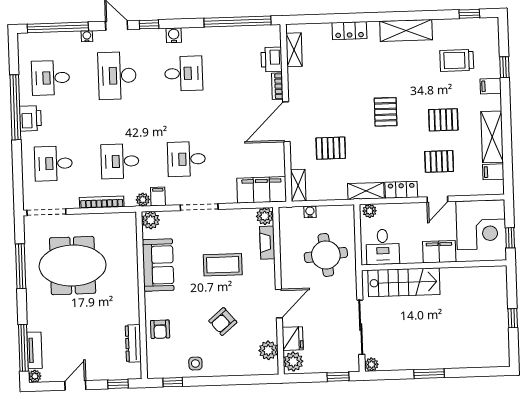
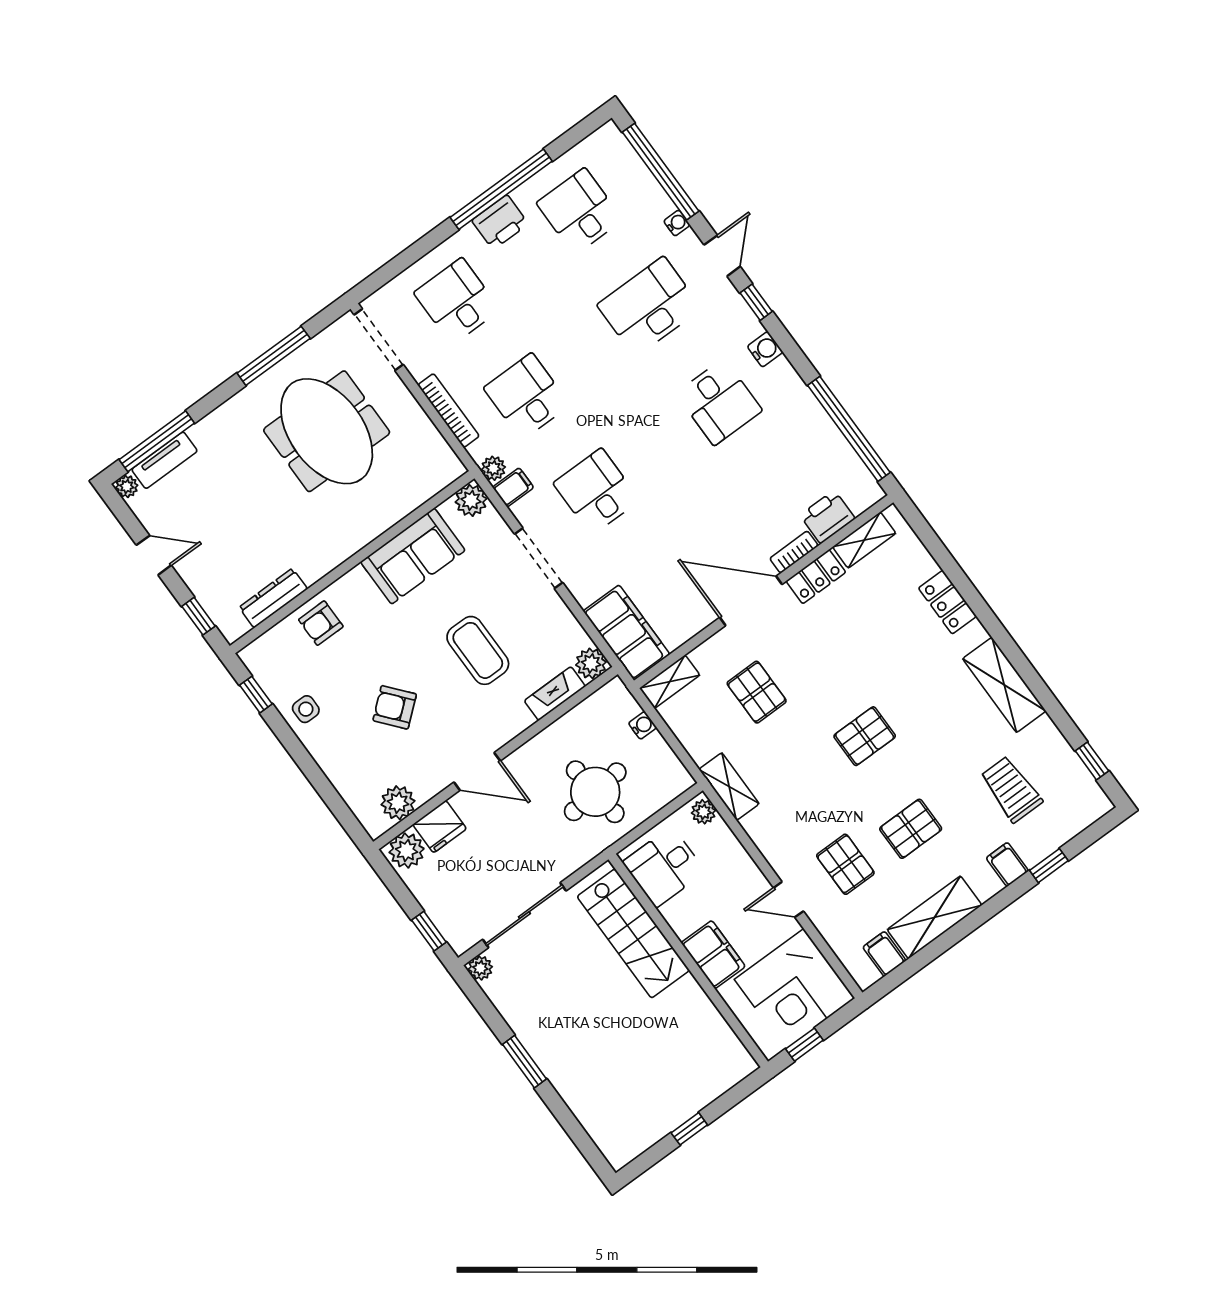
pallet: (443, 120) -> (911, 829), turned 90
locker: (401, 190) -> (816, 577), moved, turned 90

